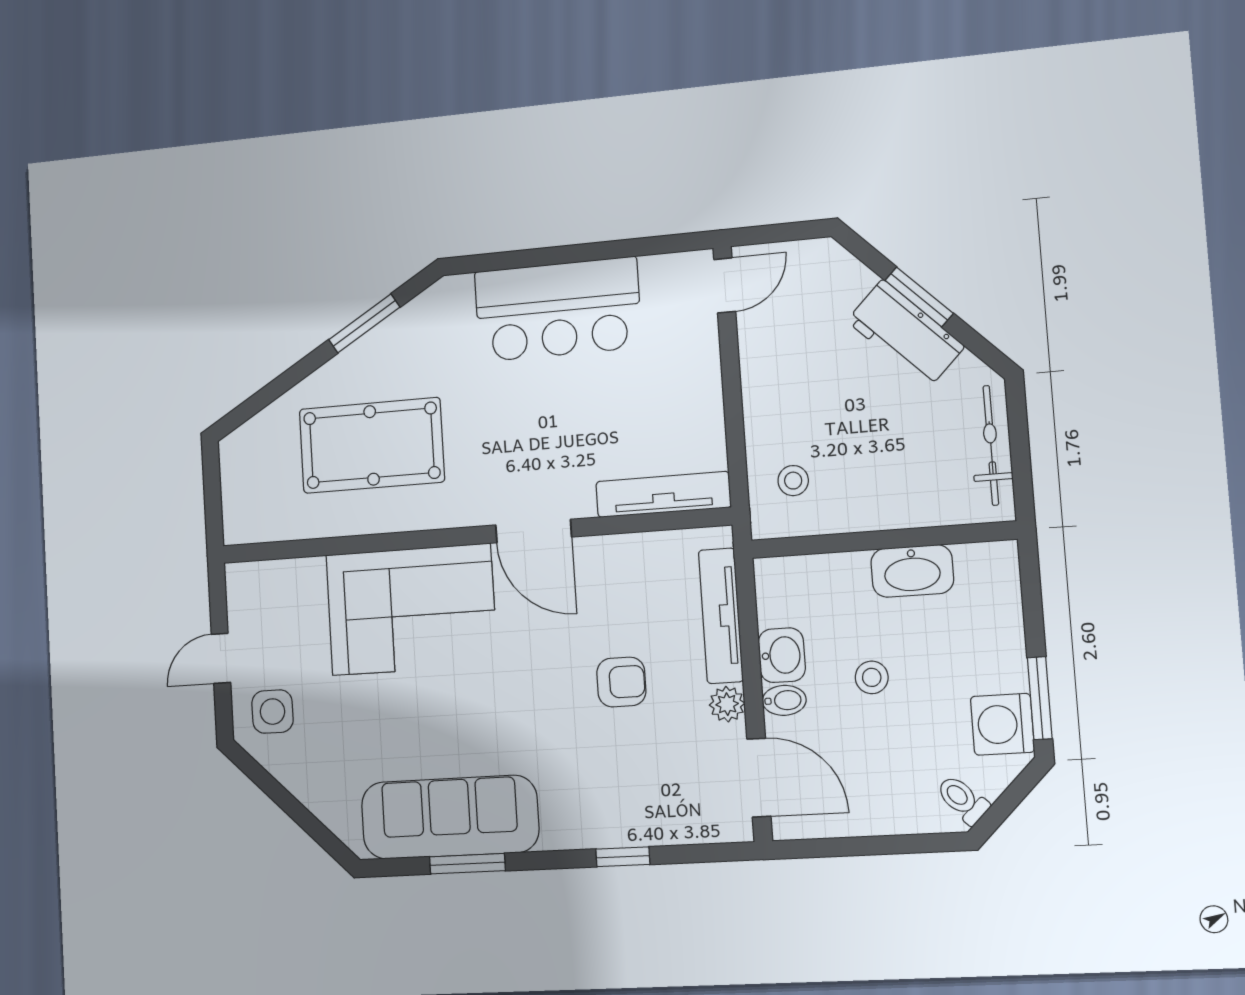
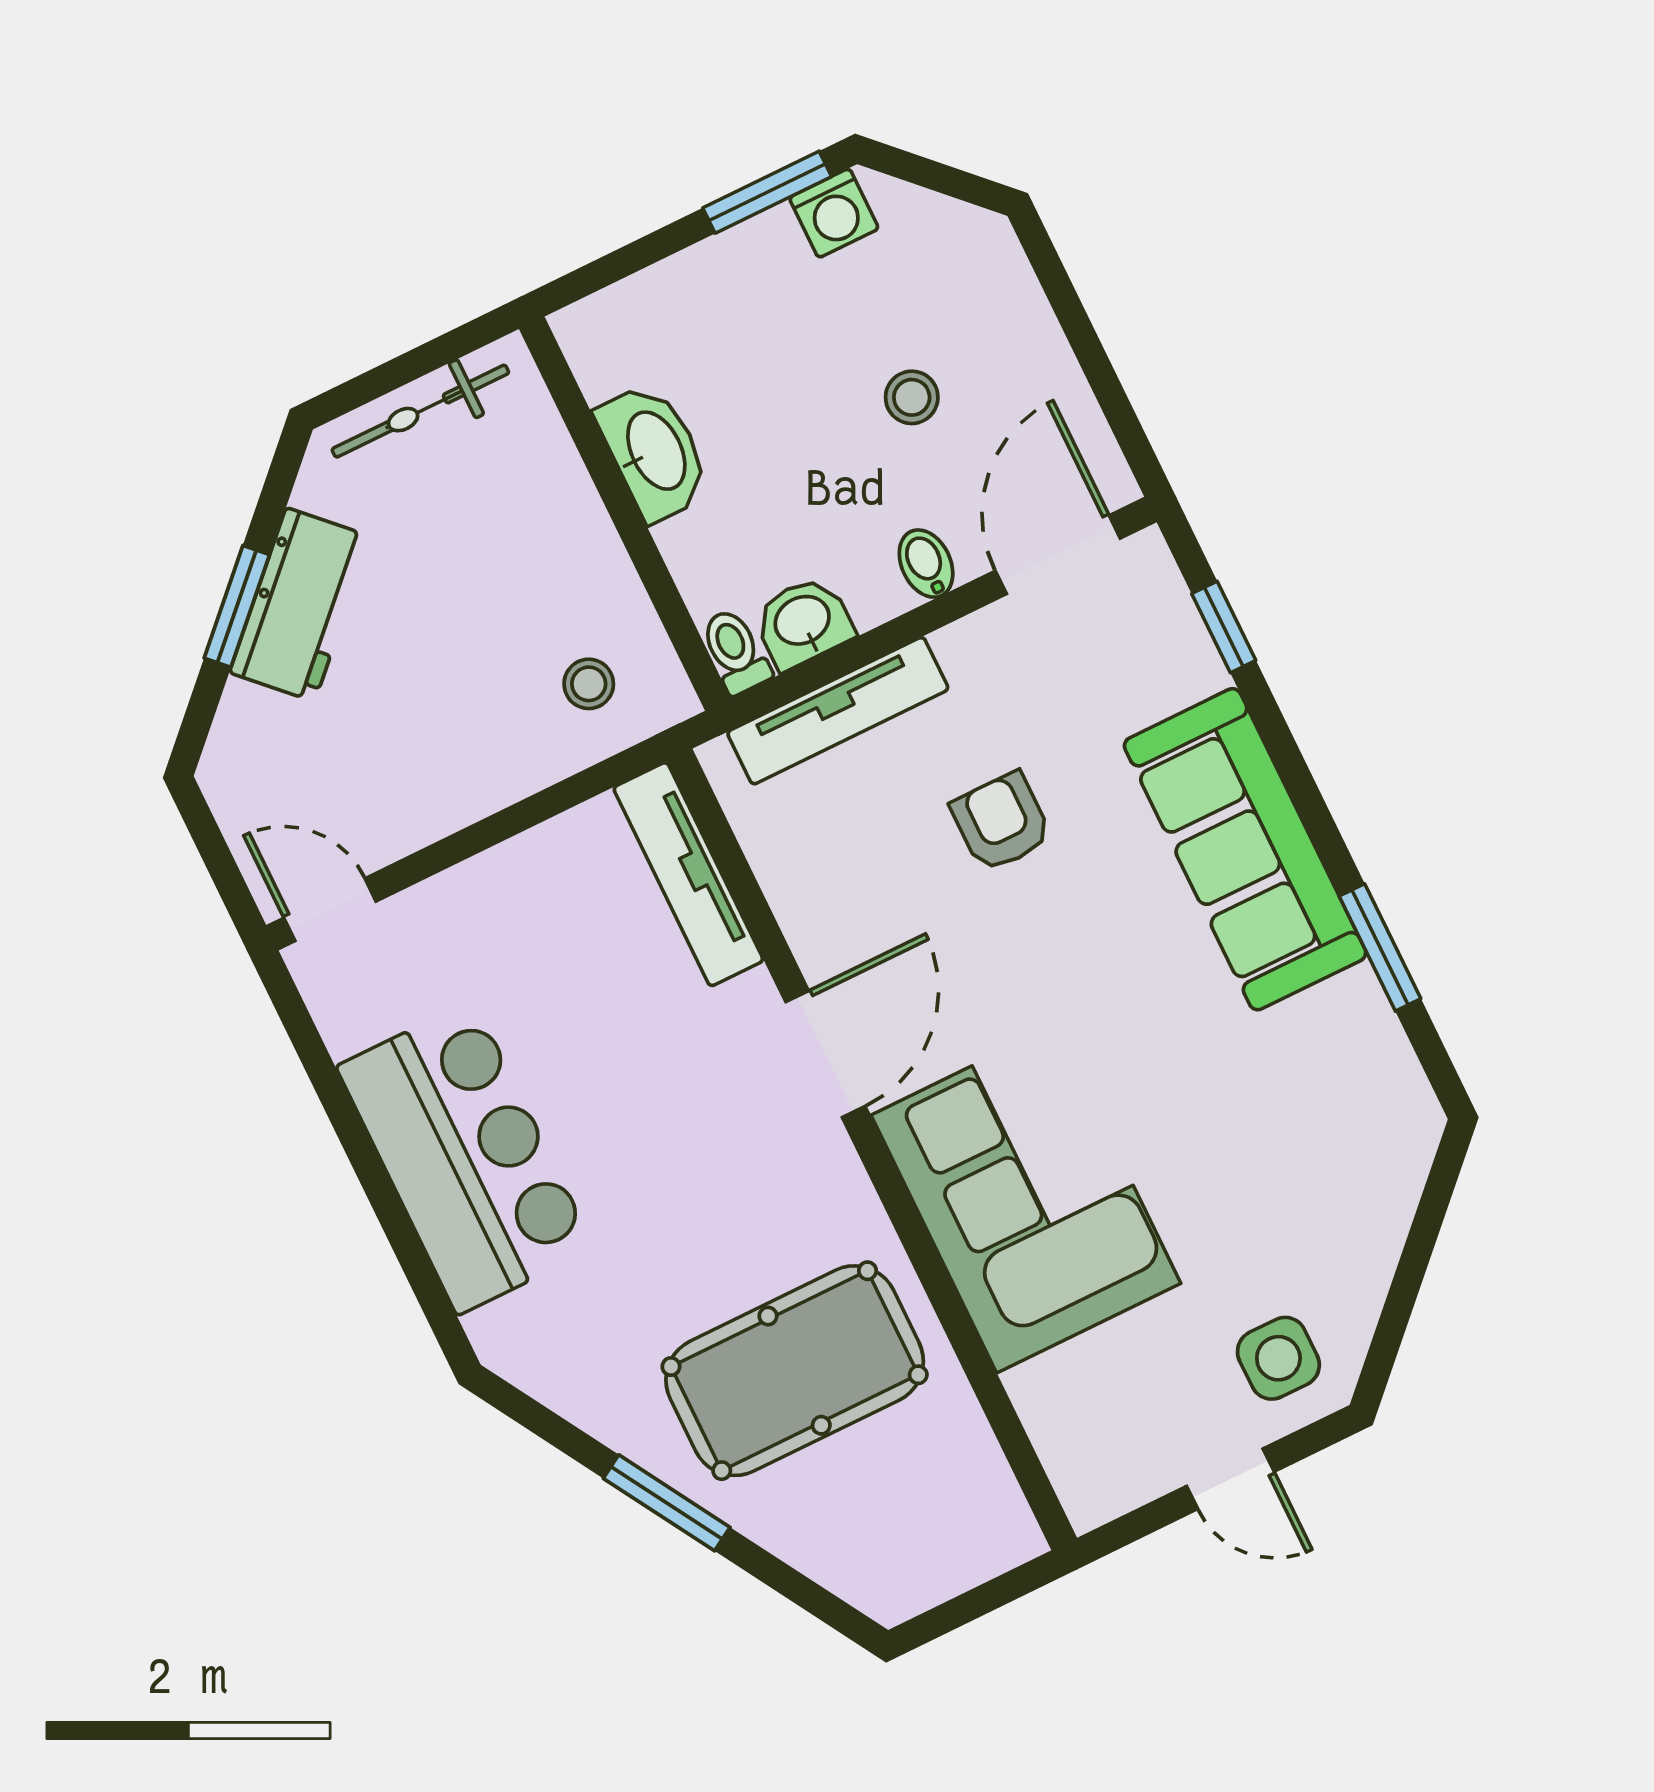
window: (364, 323) -> (667, 1503), moved
pool table: (372, 445) -> (795, 1371), turned 90
washbasin: (782, 655) -> (803, 622), moved
stool: (872, 677) -> (912, 397), moved
plant: (727, 704) -> (968, 647), removed
washing machine: (1002, 724) -> (834, 213), width x0.73, depth x0.73
toilet: (963, 800) -> (735, 651), moved, turned 135
sofa: (450, 817) -> (1245, 849), moved
window: (623, 857) -> (1224, 627), moved

